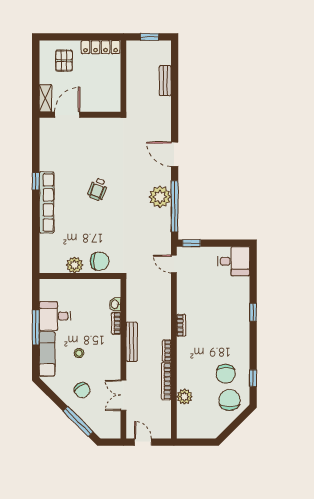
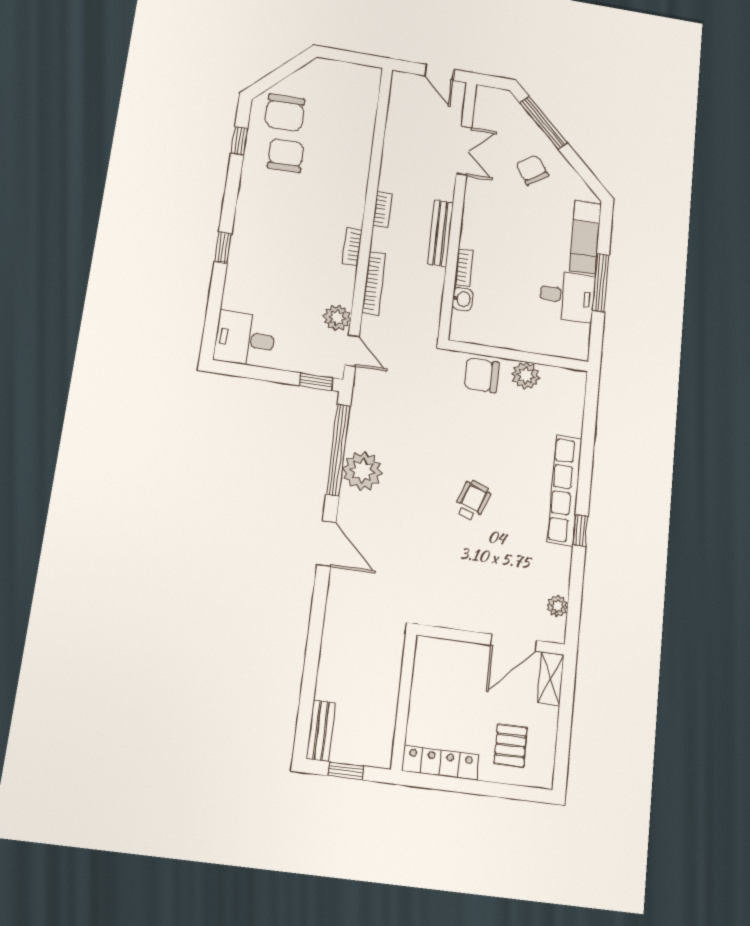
bench: (165, 81) -> (321, 731), moved
plant: (45, 138) -> (557, 606), added
stool: (79, 353) -> (532, 229), removed
bookcase: (166, 381) -> (374, 283), moved
plant: (184, 397) -> (337, 318), moved

